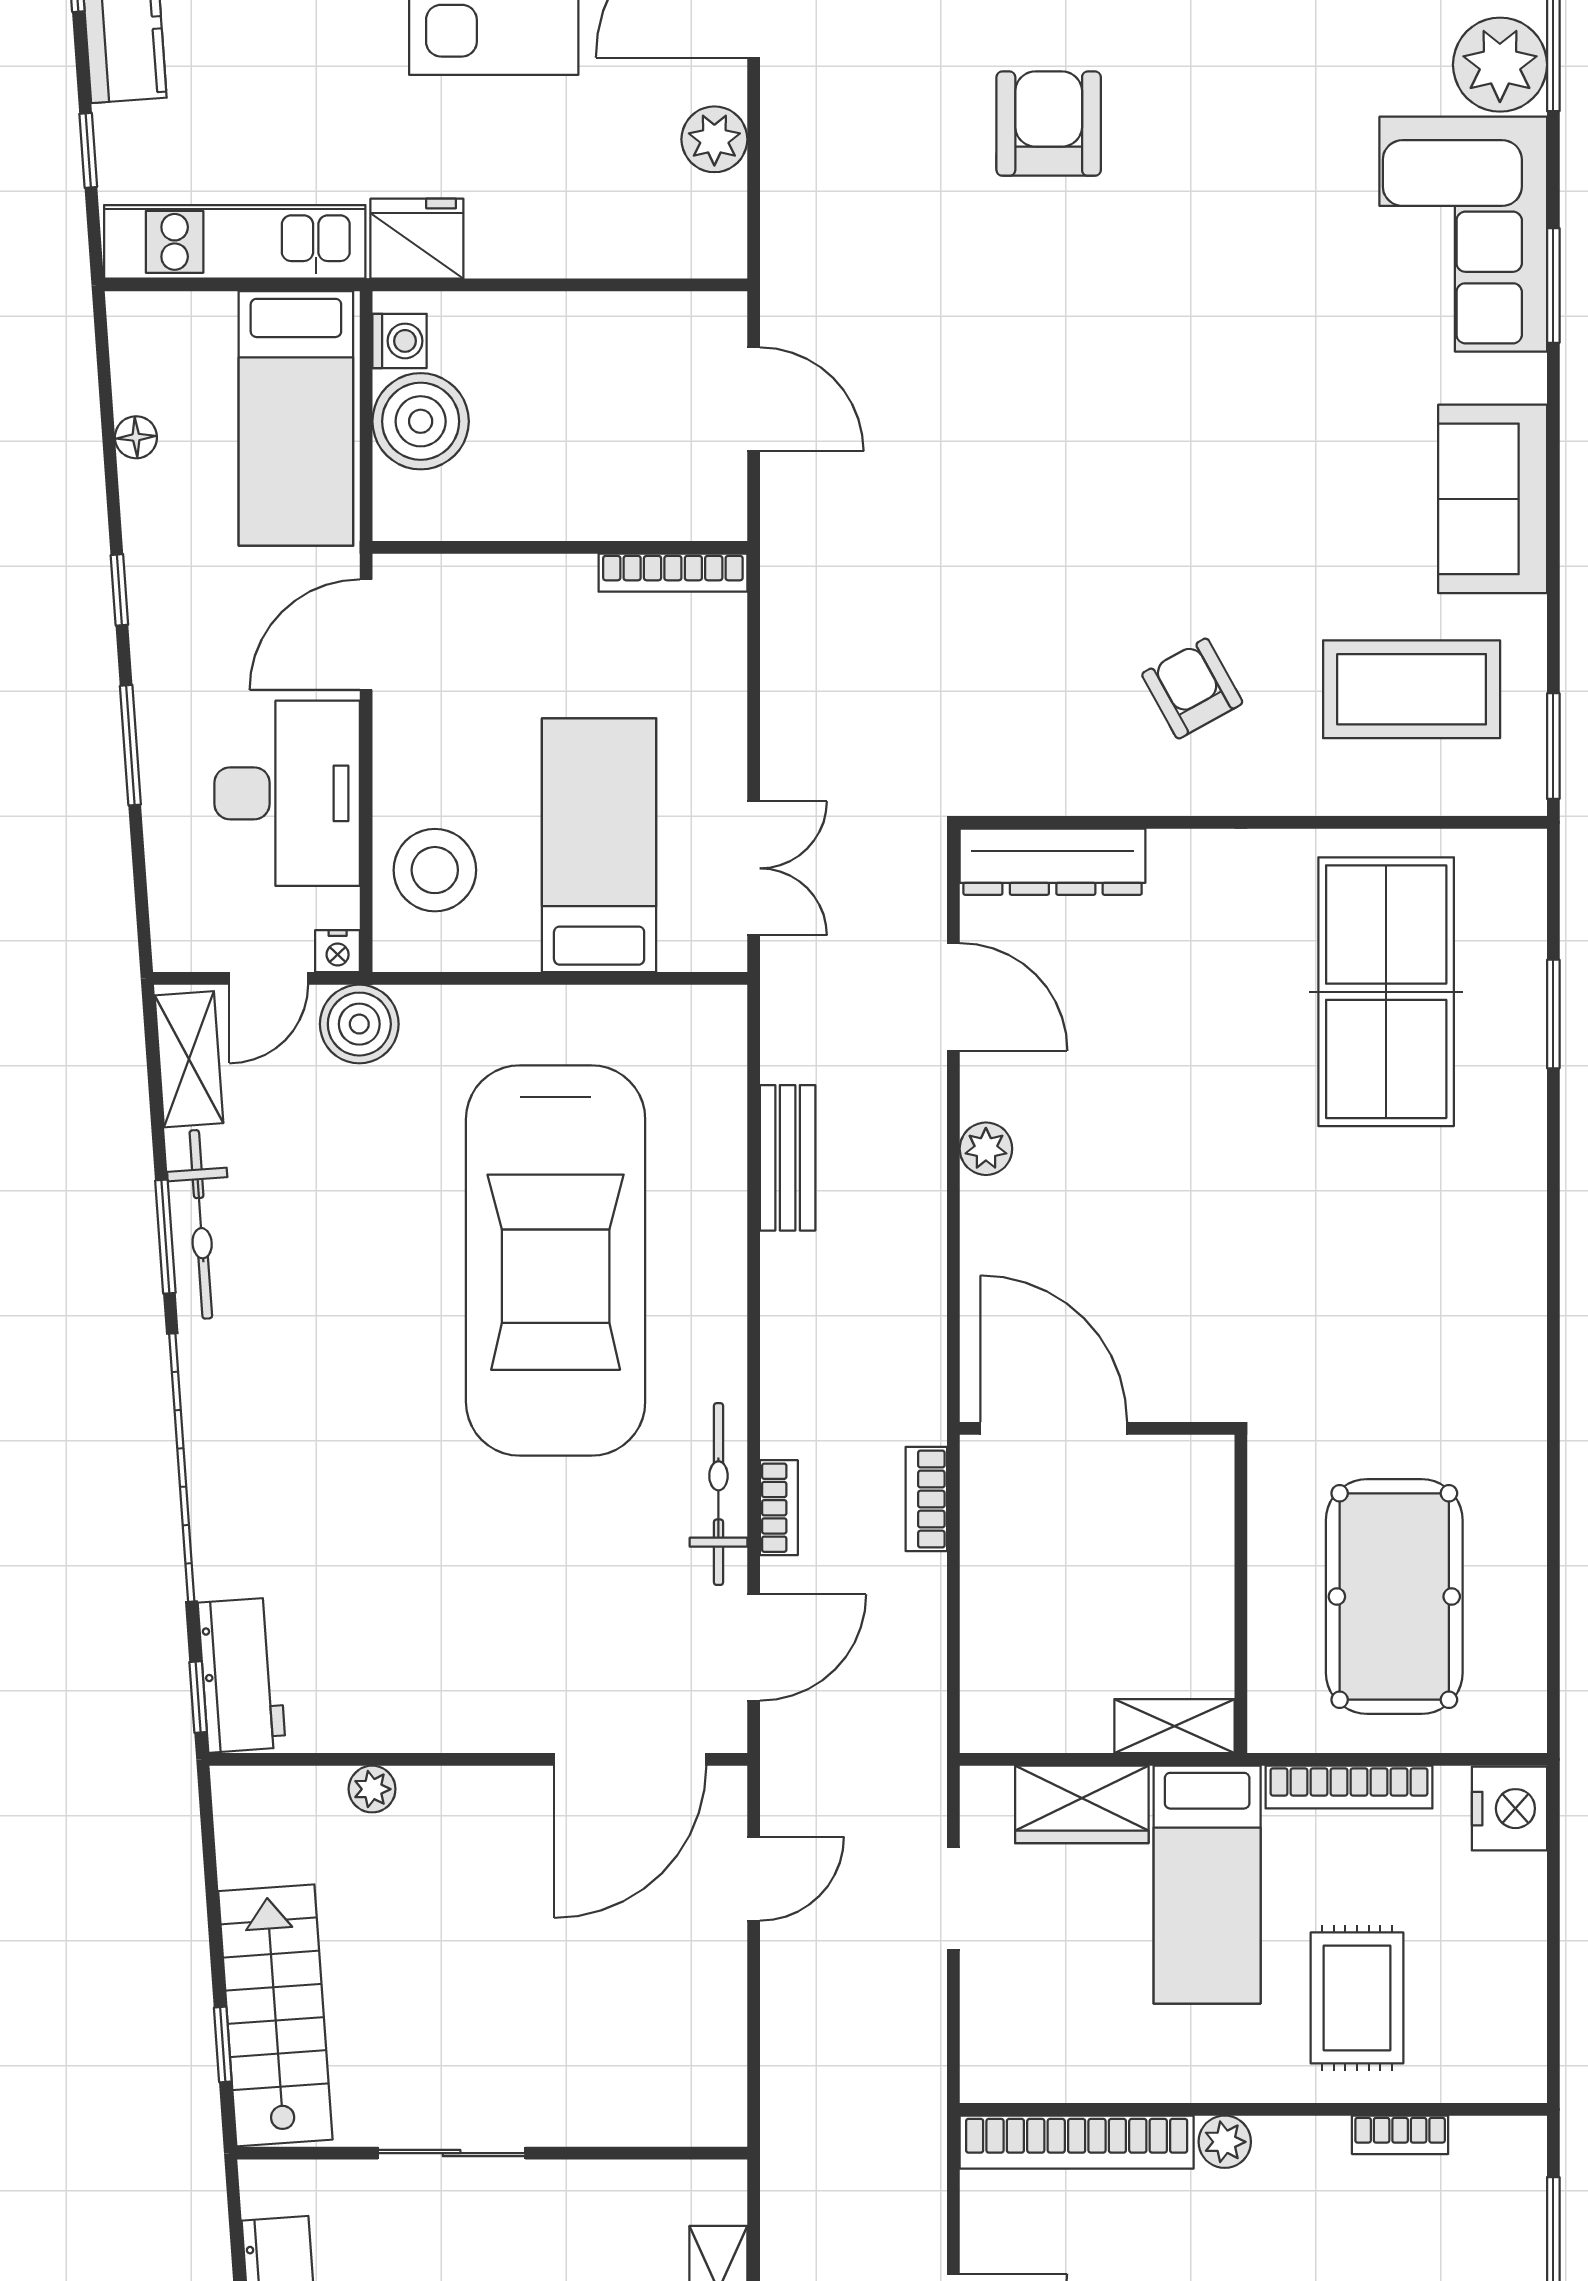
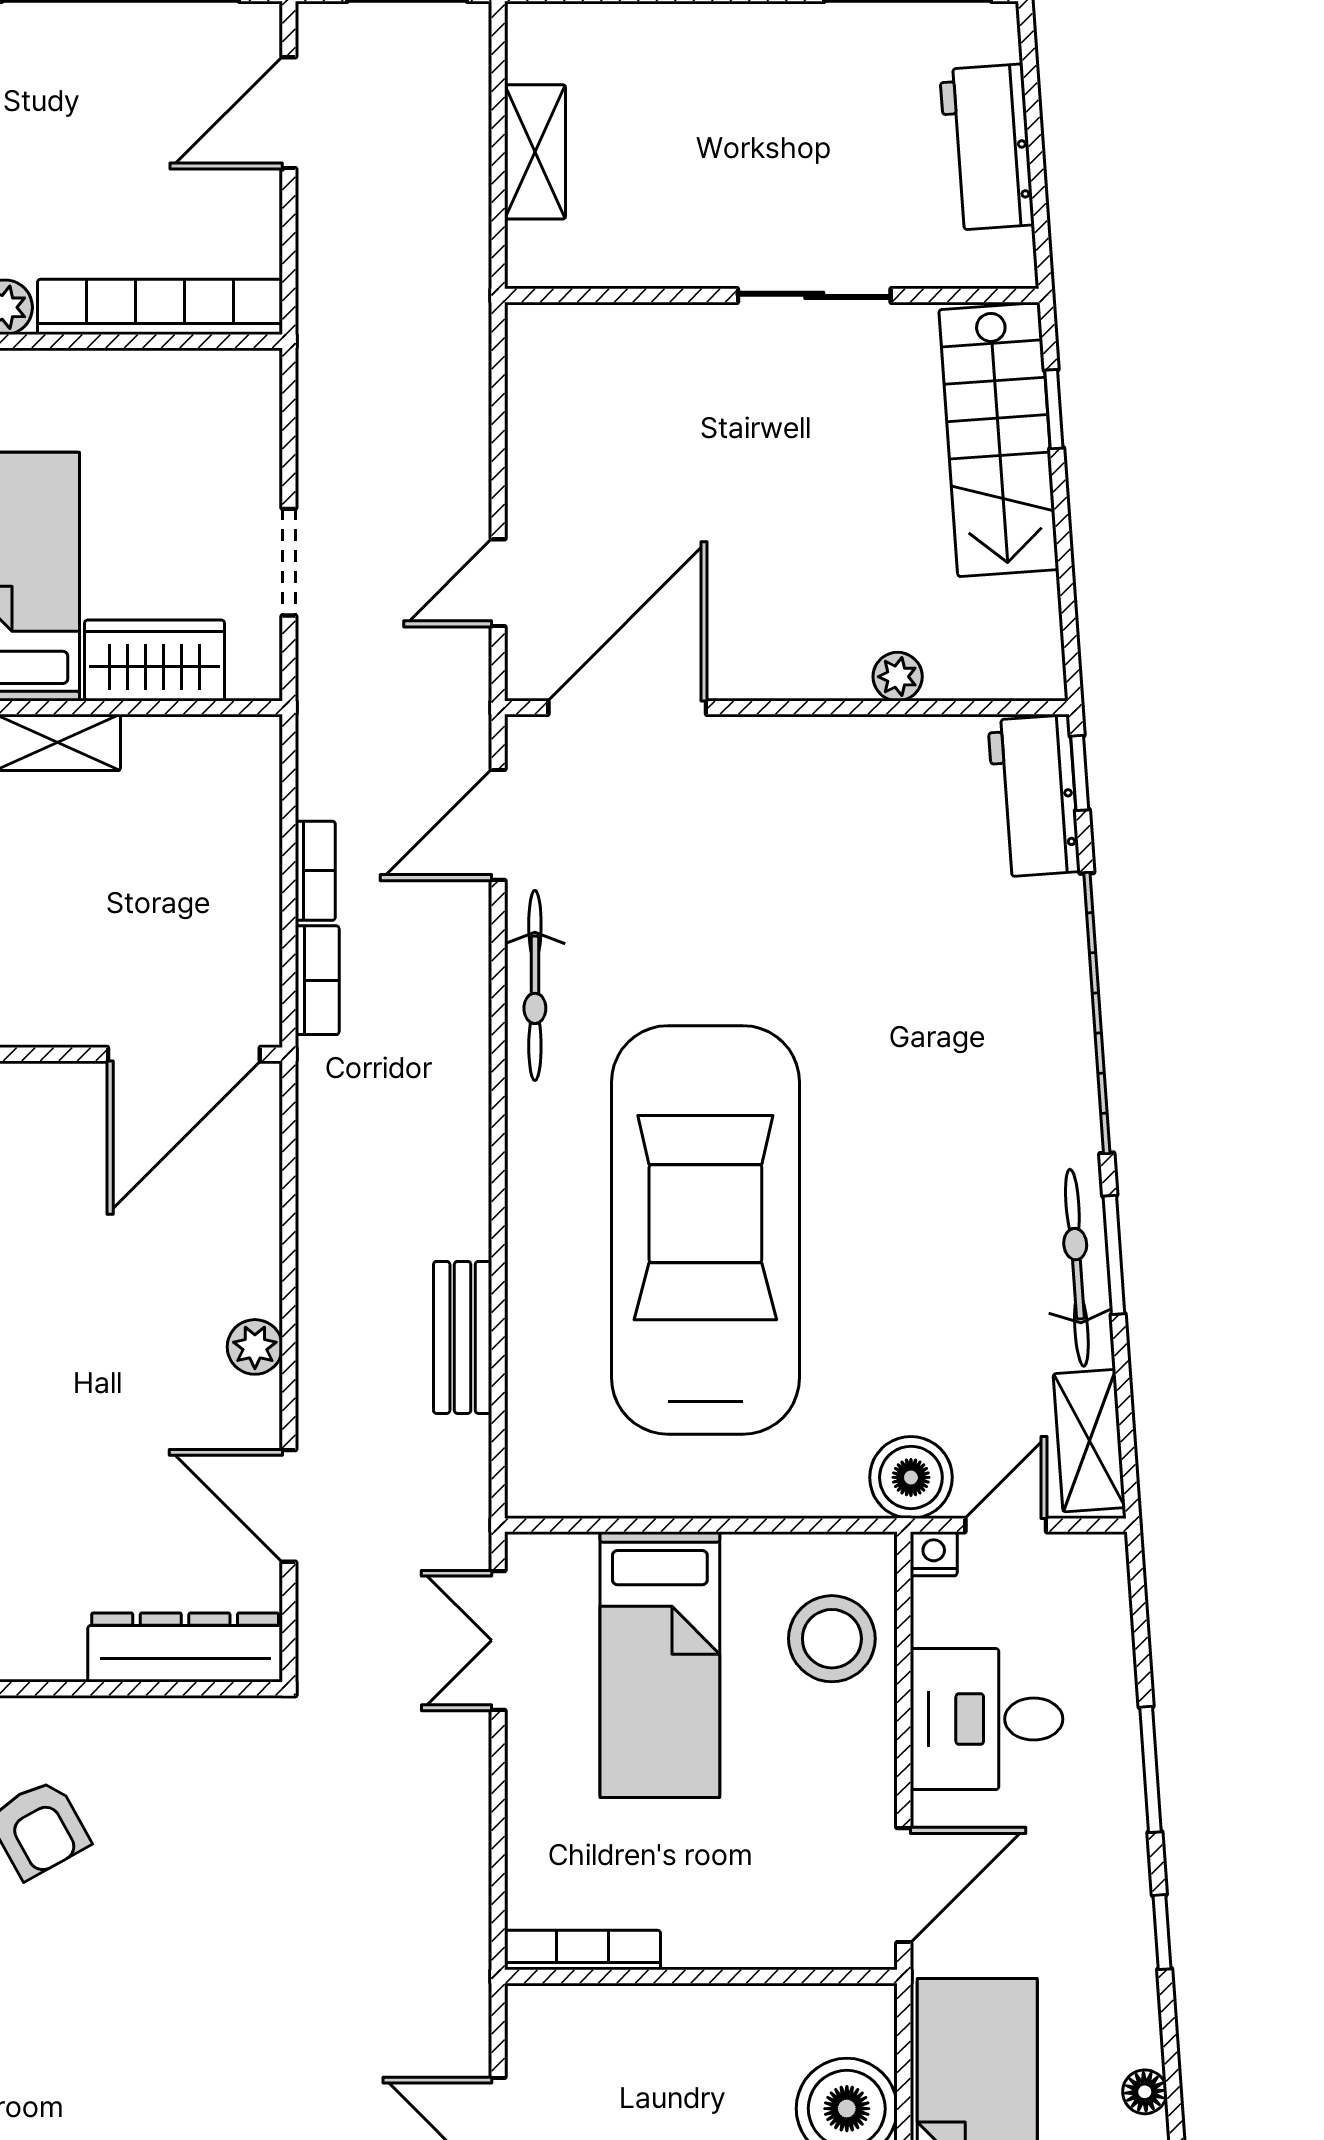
desk: (287, 793) -> (986, 1719), width x0.73
door: (1054, 1428) -> (184, 1054), hinge flipped
bookcase: (779, 1508) -> (315, 871), moved, turned 180

